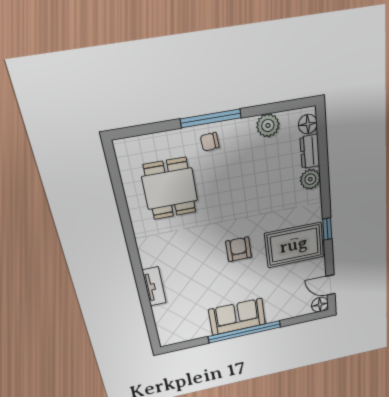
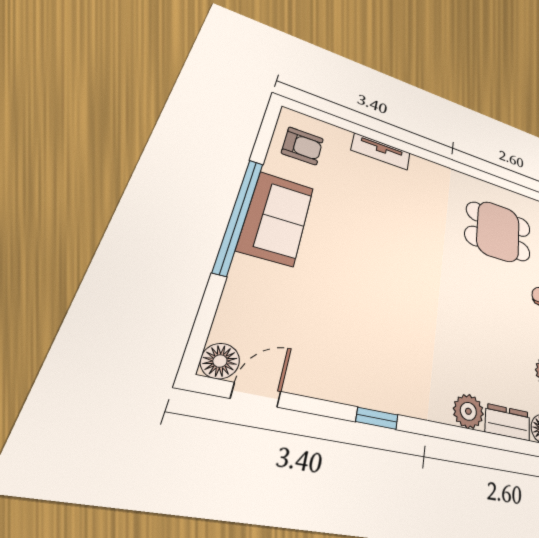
rug: (294, 245) -> (369, 353), removed
armchair: (239, 249) -> (303, 146), moved

